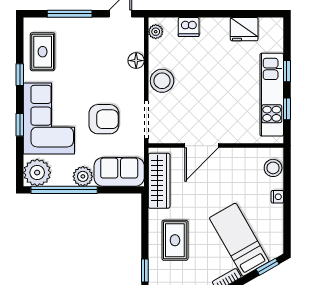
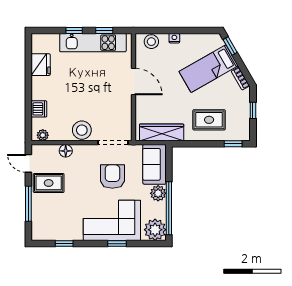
rug: (43, 52) -> (49, 183), moved
window: (20, 75) -> (64, 244), moved
door: (202, 146) -> (134, 82), moved

